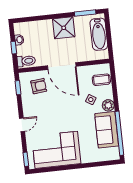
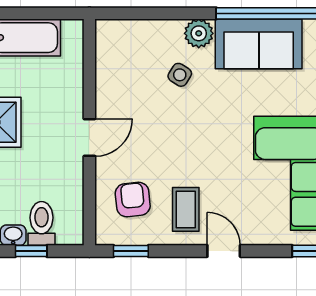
toilet: (26, 61) -> (41, 223), moved
door: (62, 66) -> (89, 137), width x0.53
coffee table: (101, 80) -> (186, 209), moved

